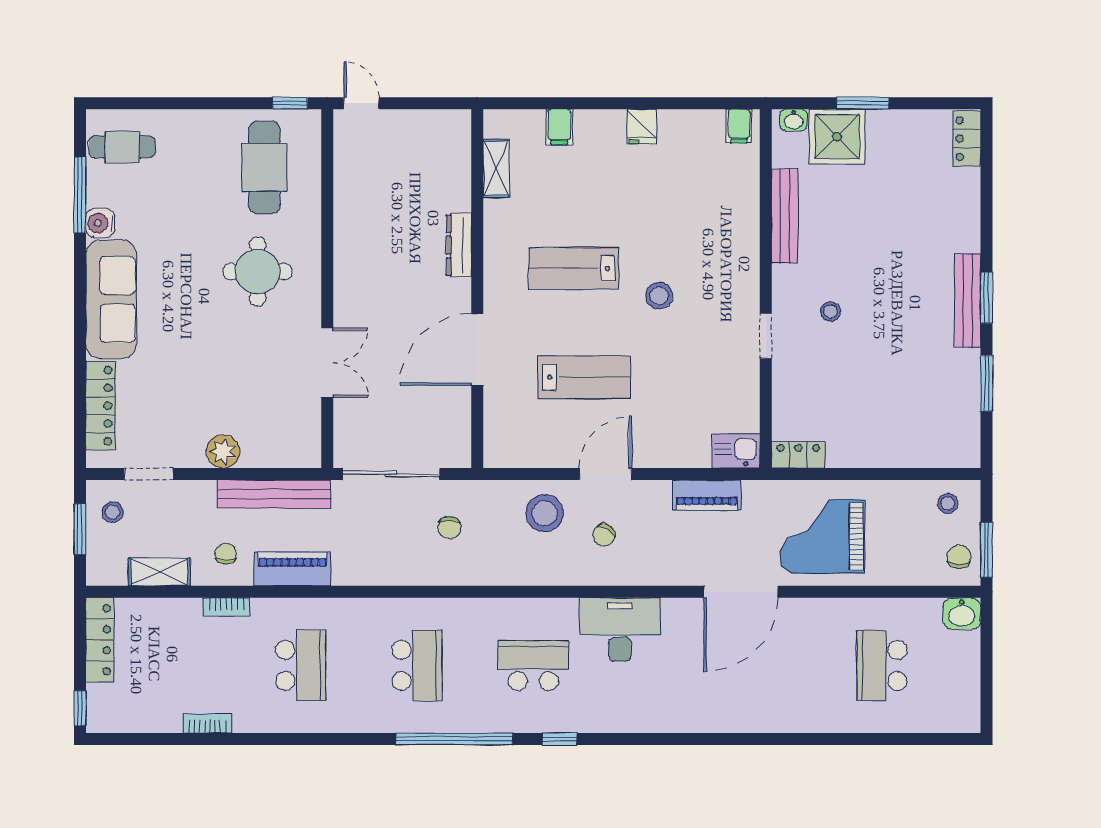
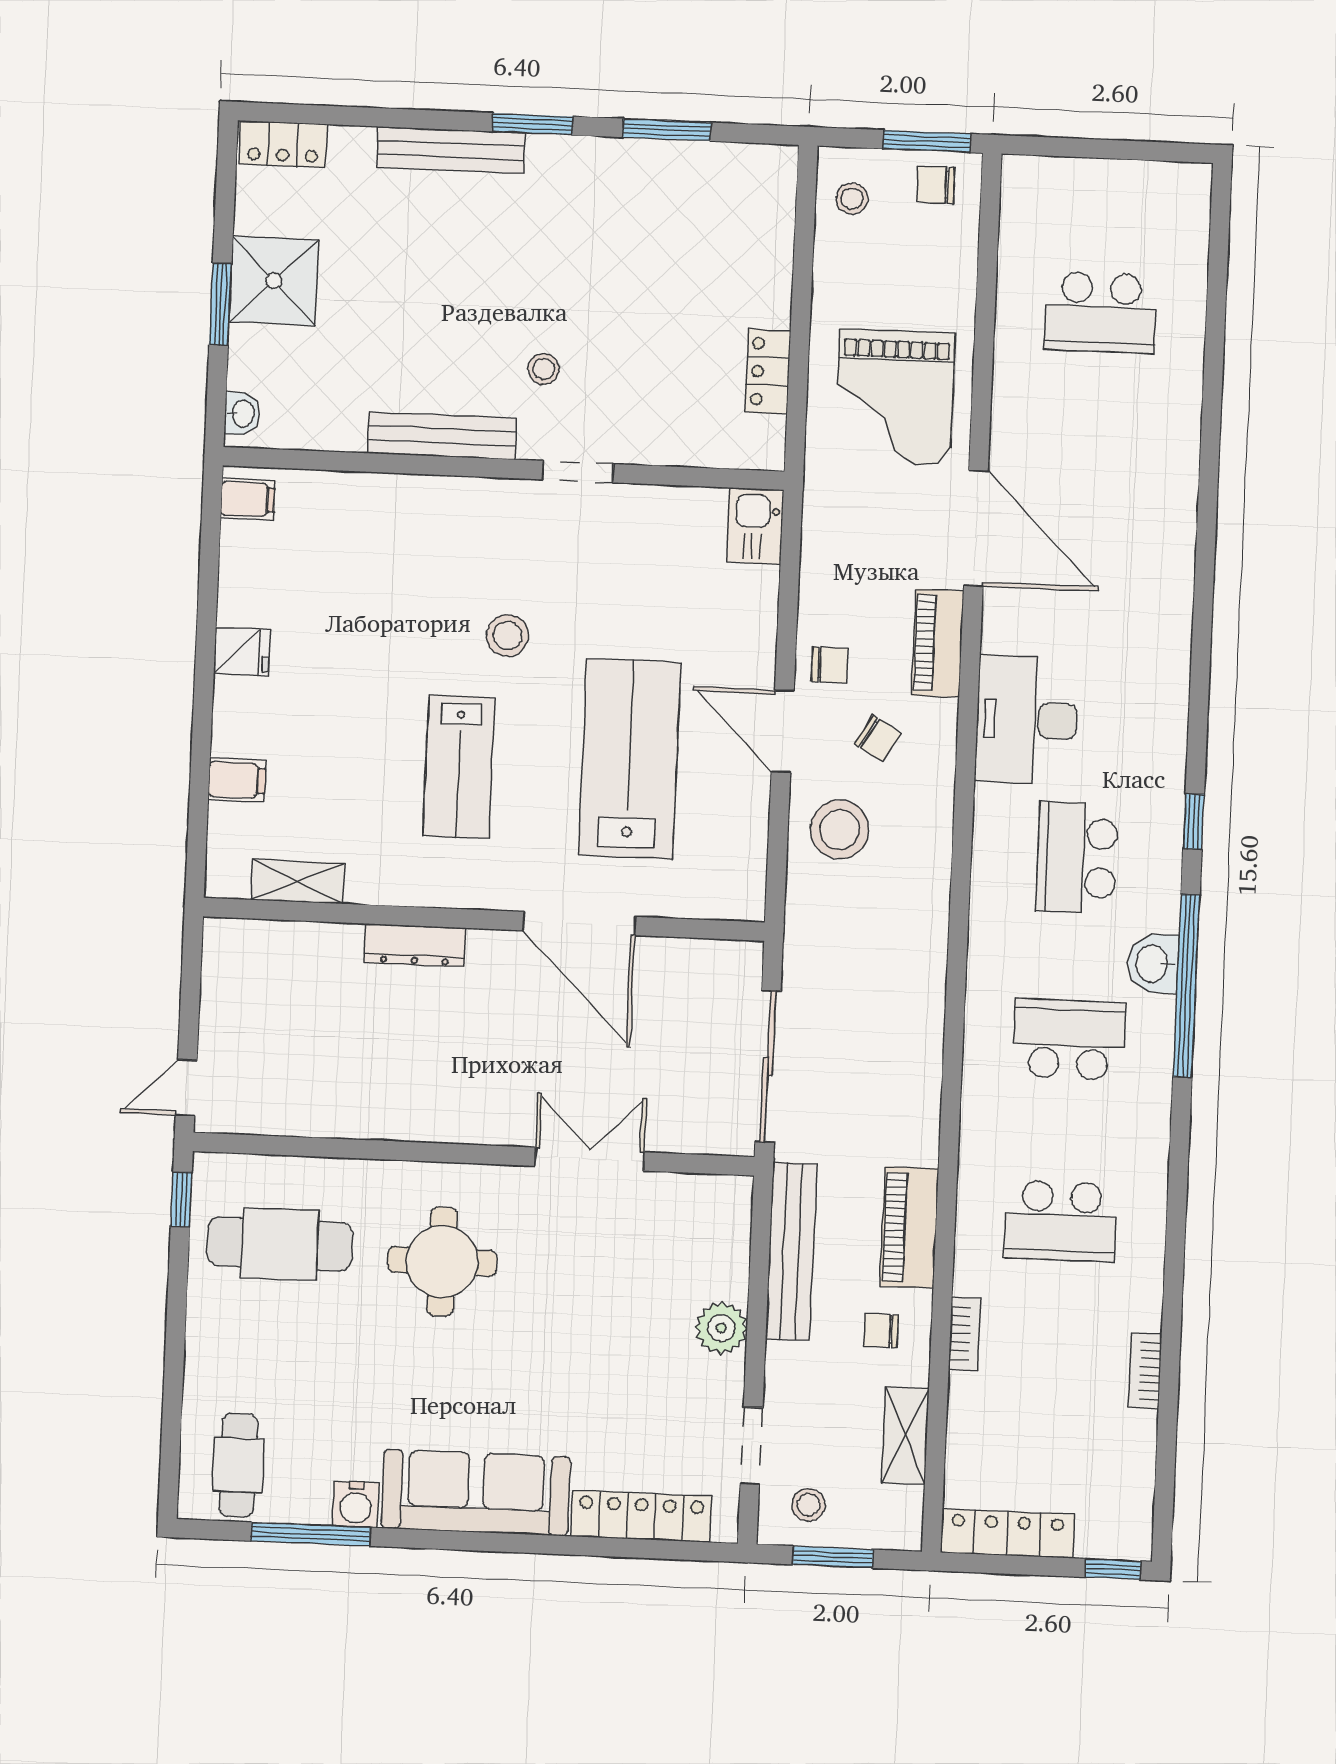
shower: (837, 137) -> (274, 281), moved
bench: (785, 216) -> (442, 436), moved
bench: (967, 301) -> (451, 150), moved
lab bench: (584, 377) -> (630, 759), width x1.36, depth x1.39
locker: (798, 455) -> (768, 372), moved
piano: (707, 495) -> (938, 643), moved, turned 180
chair: (449, 528) -> (830, 665), moved
washbasin: (962, 614) -> (1153, 963), moved, turned 180
school desk: (301, 665) -> (1061, 1221), turned 180

